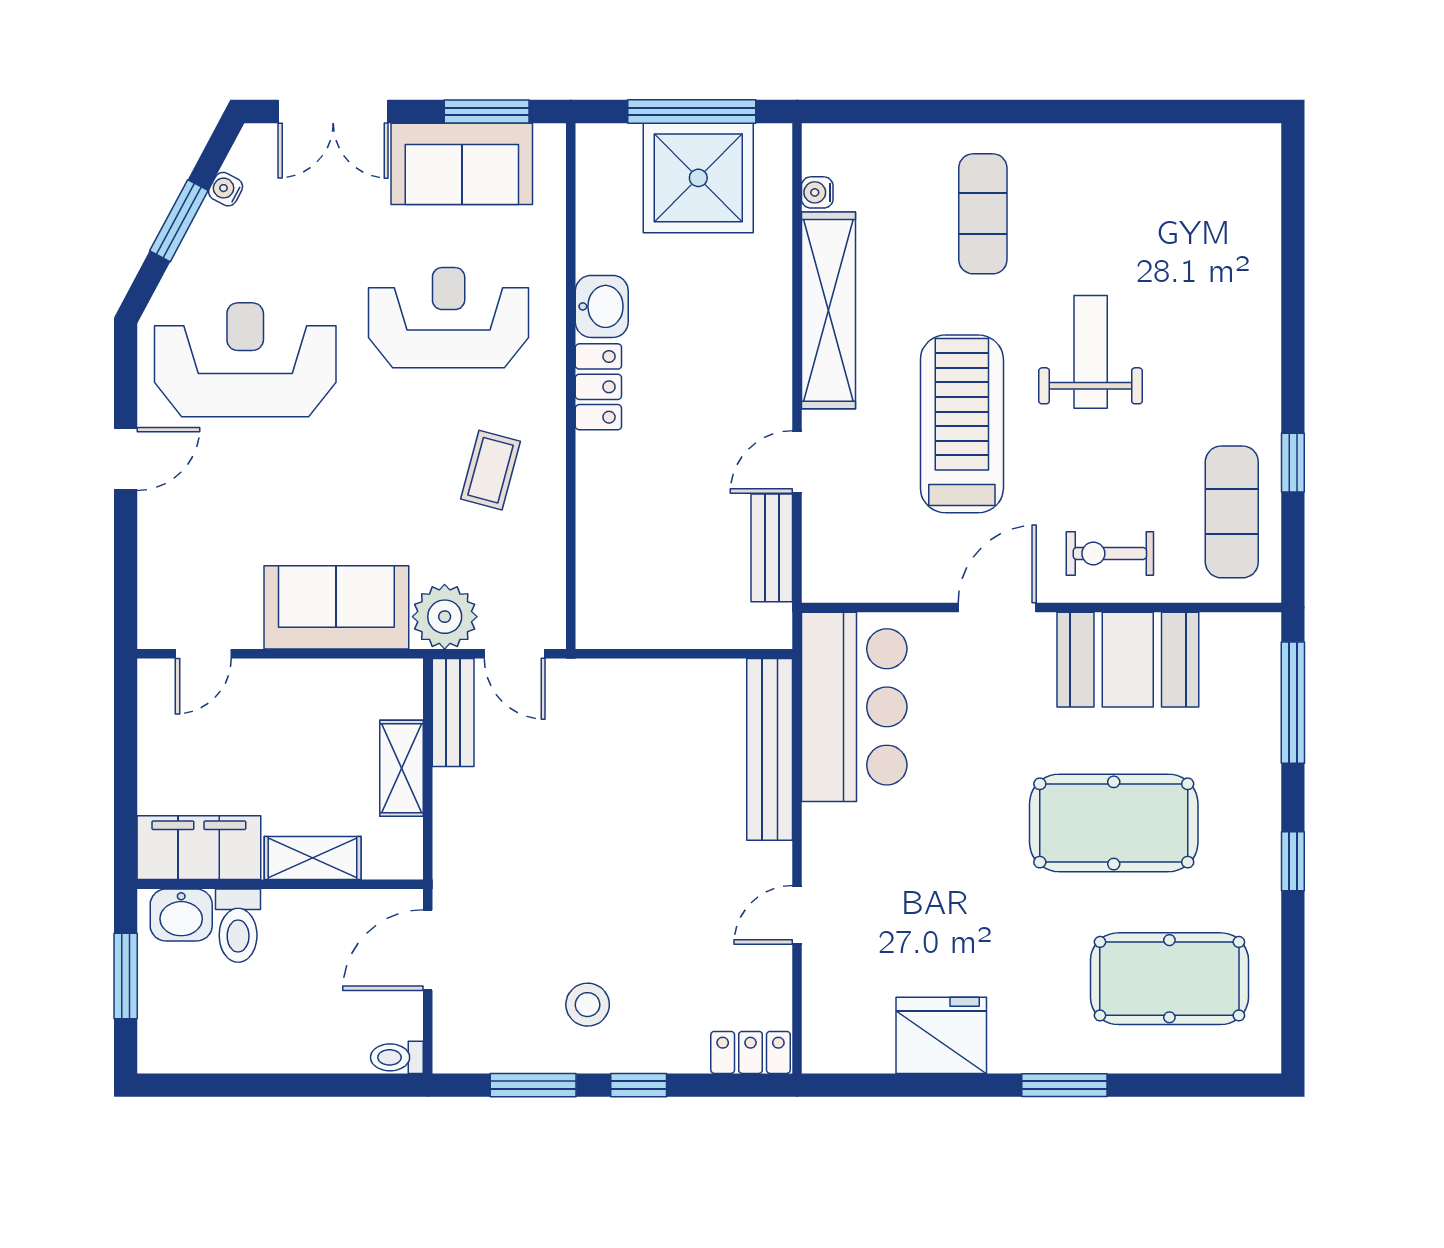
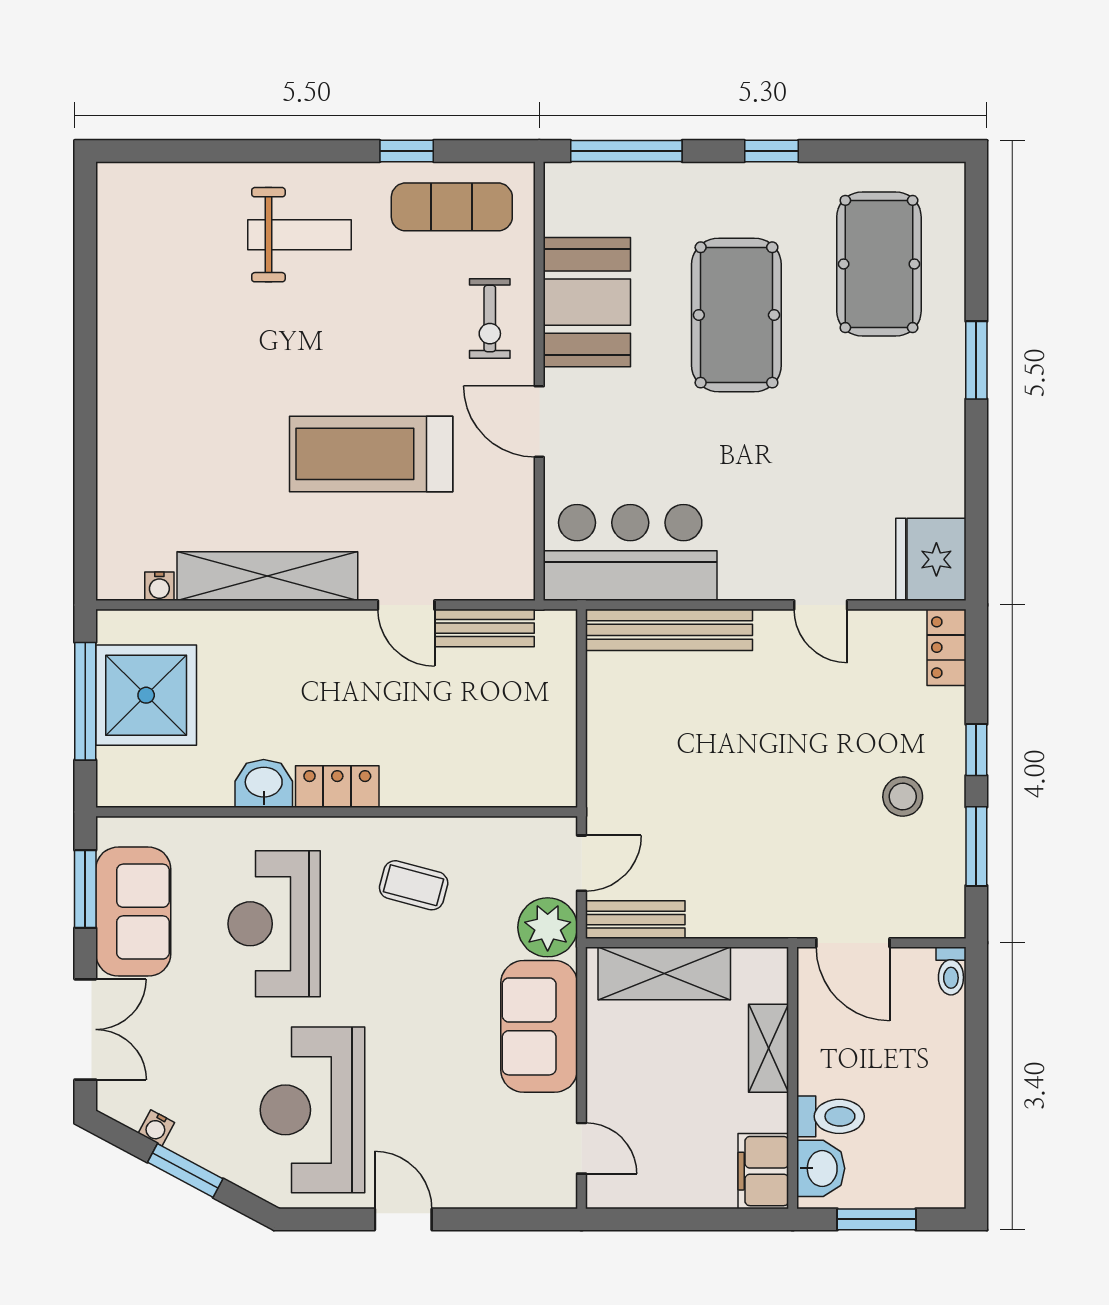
exercise mat: (983, 214) -> (179, 435), removed
weight bench: (1091, 352) -> (299, 235), moved, turned 180
shelving: (401, 768) -> (664, 973), width x1.50, depth x1.33
filing cabinet: (199, 848) -> (763, 1171), width x0.67, depth x0.86
fridge: (941, 1035) -> (931, 559), moved

